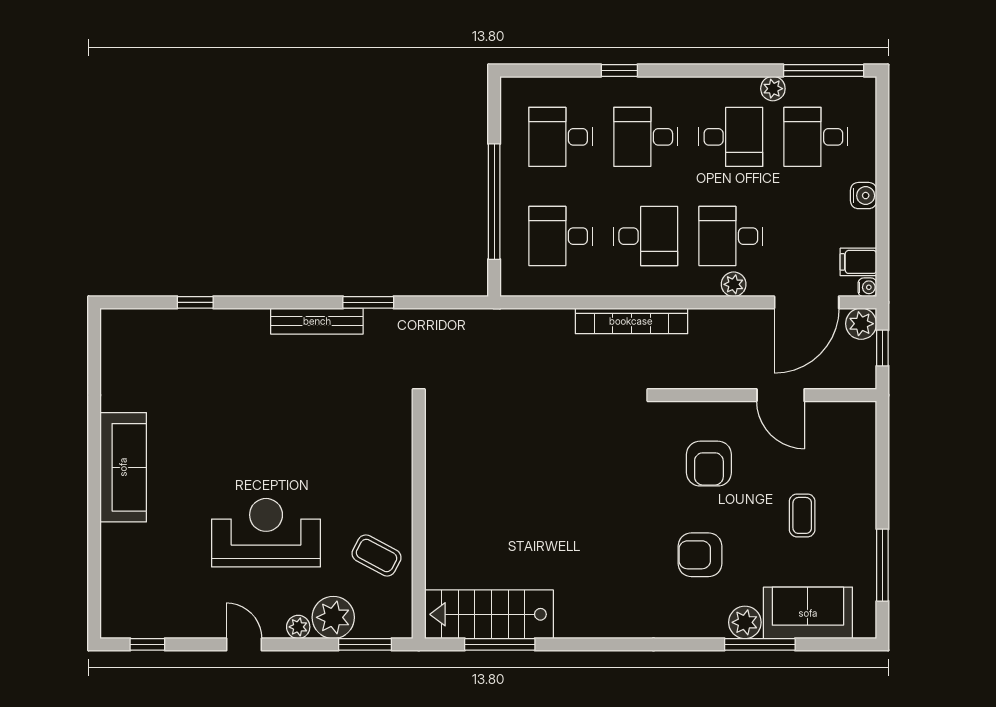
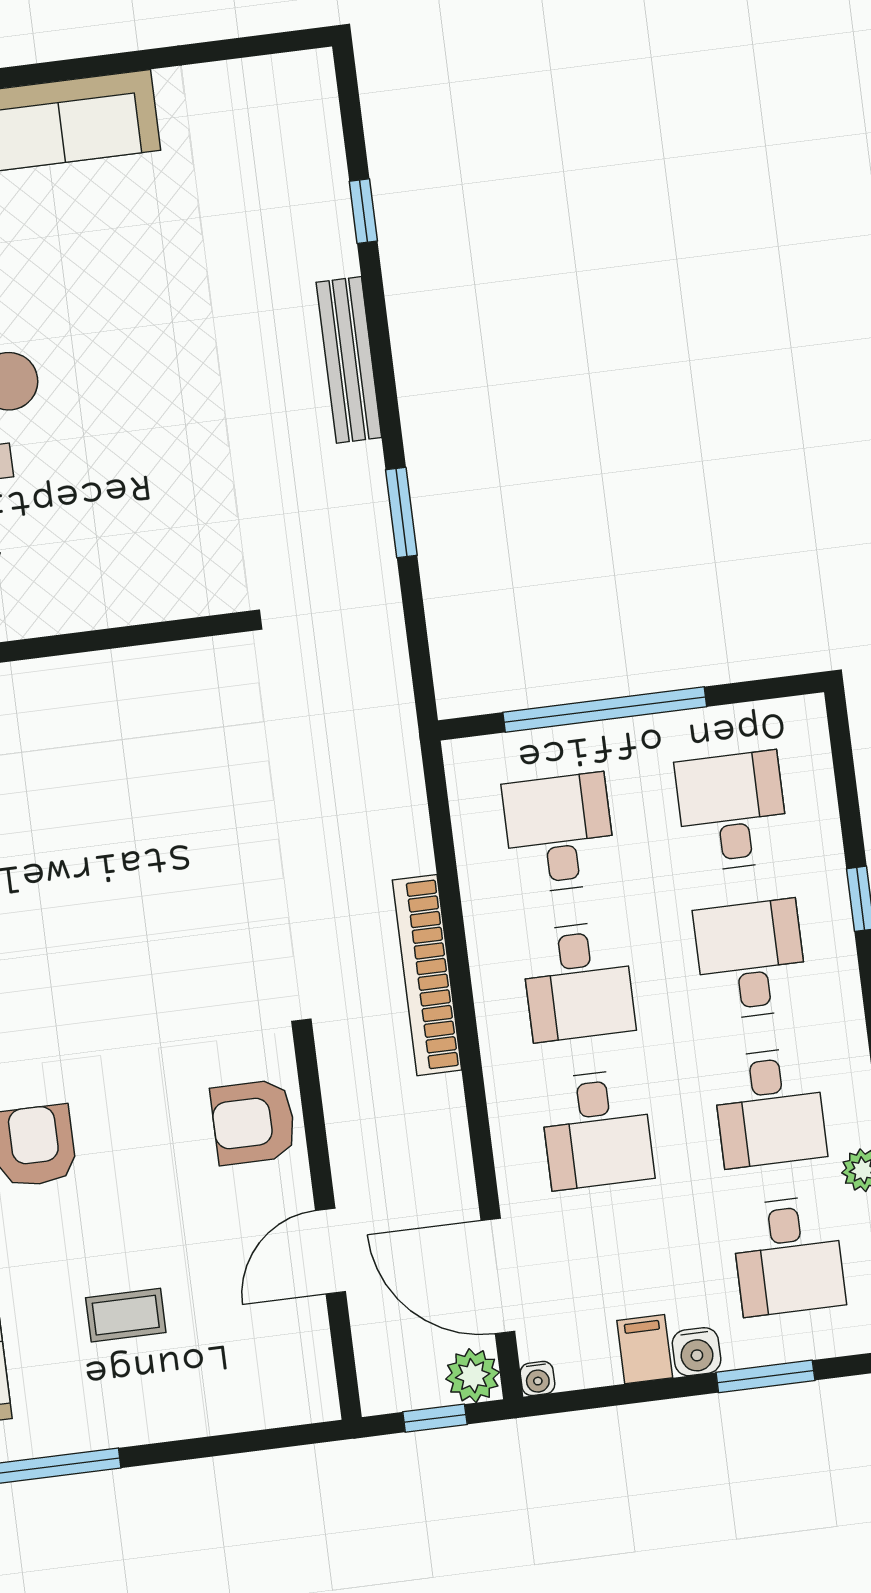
desk: (816, 137) -> (788, 1256), turned 180
window: (882, 158) -> (765, 1376), added
desk: (731, 236) -> (597, 1129), turned 180
filing cabinet: (858, 262) -> (645, 1349), moved
plant: (734, 284) -> (513, 1145), removed
bench: (317, 321) -> (349, 360), moved
armchair: (709, 464) -> (253, 1122), moved

